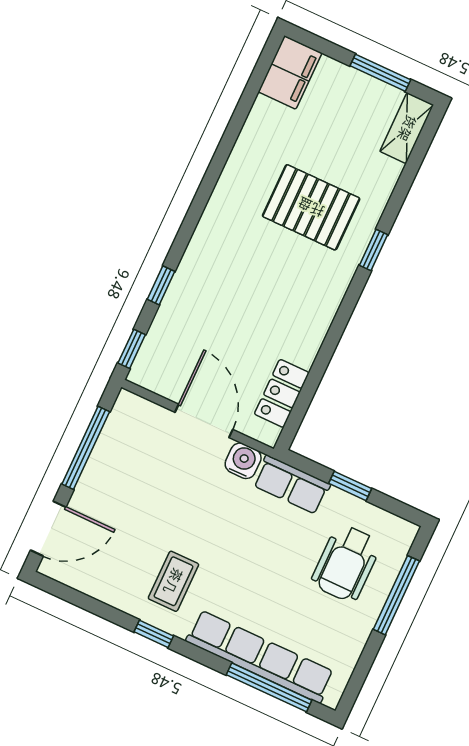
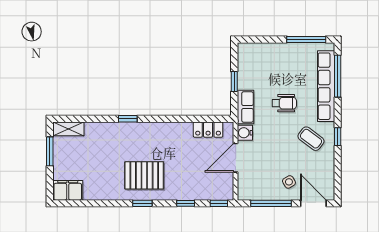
window: (199, 203) -> (142, 203), added
pallet: (311, 207) -> (144, 175), moved, turned 90
side table: (111, 501) -> (289, 182), added
wheelchair: (346, 563) -> (284, 103), moved, width x0.73, depth x0.73
coffee table: (173, 581) -> (311, 139), turned 37
window: (396, 595) -> (306, 40), moved

